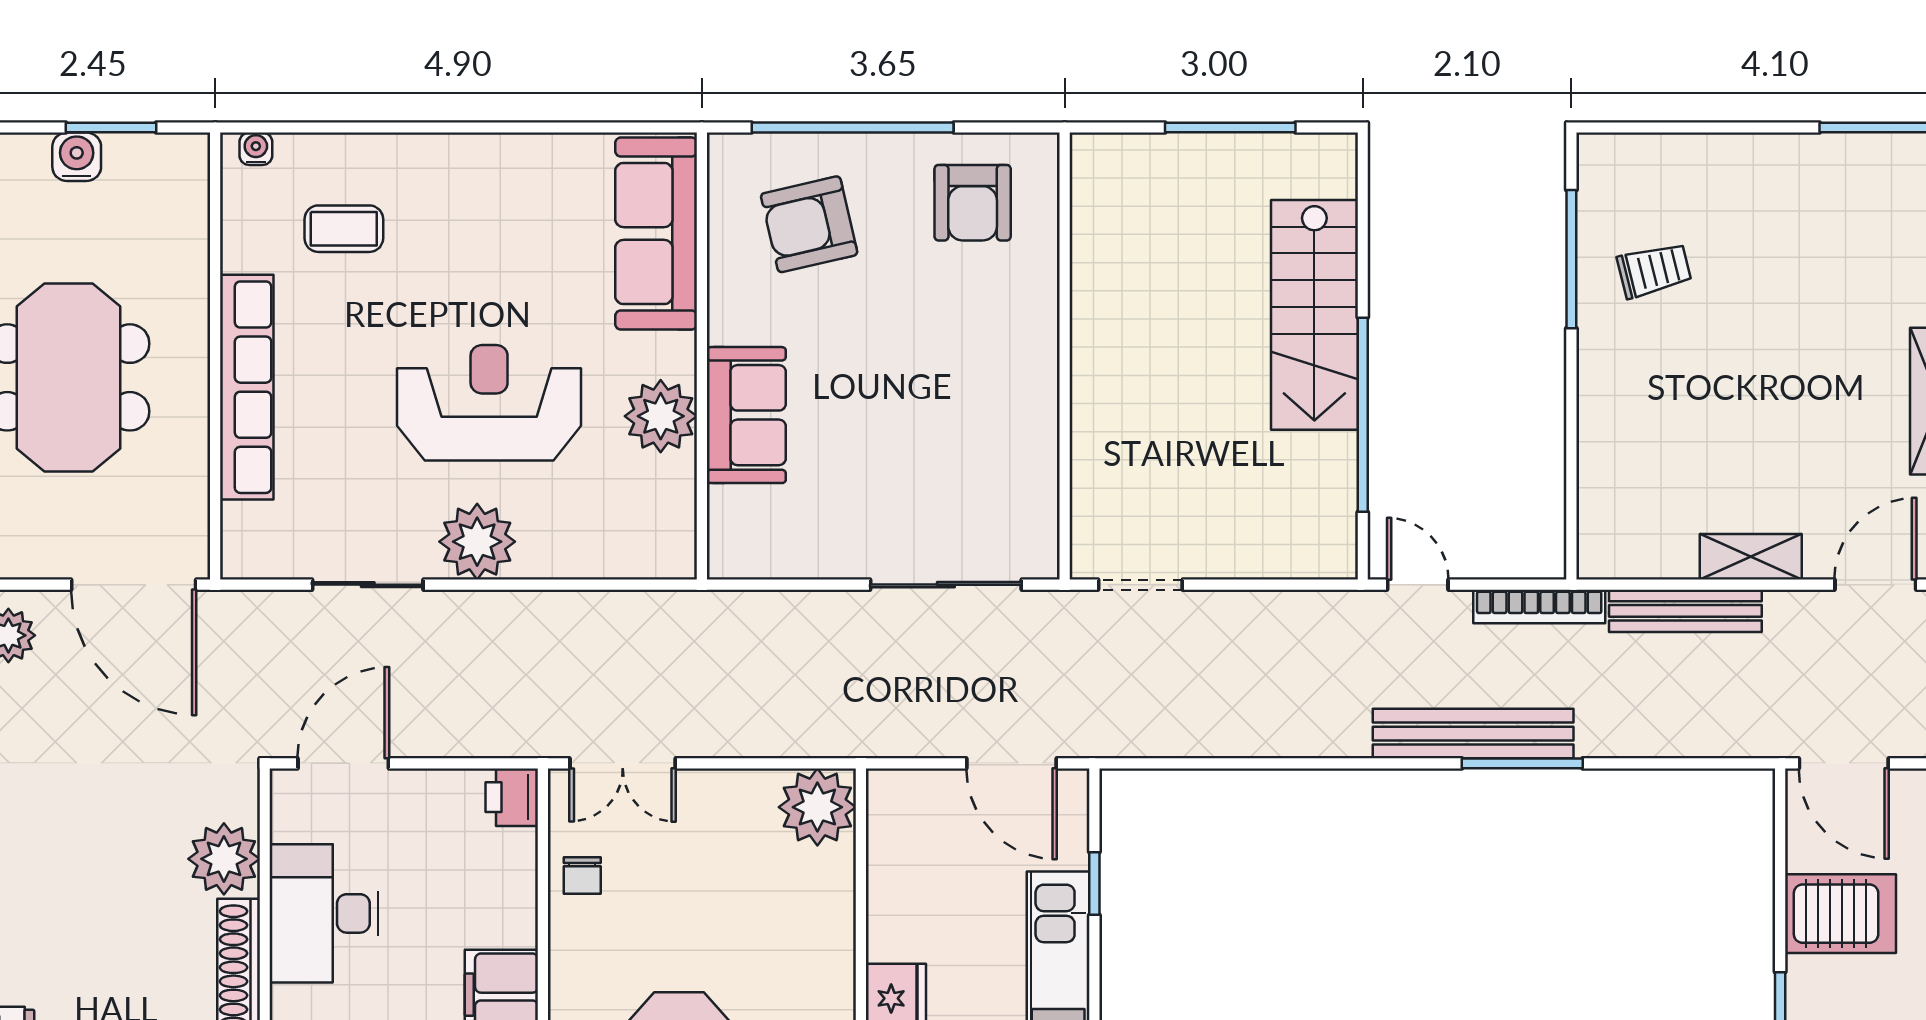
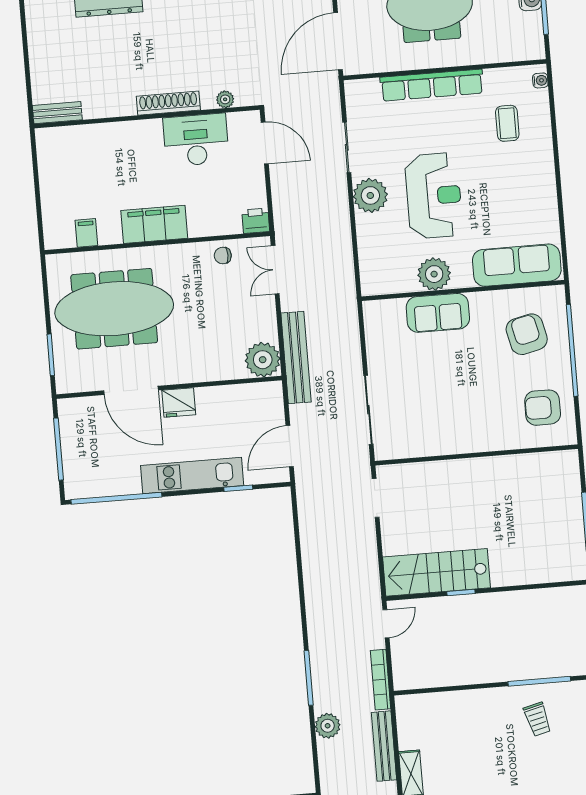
stairs: (1314, 315) -> (437, 572), moved
window: (1363, 415) -> (461, 592), width x0.32
plant: (1631, 731) -> (328, 726), added
bench: (1473, 734) -> (296, 357), moved
plant: (224, 859) -> (225, 99), width x0.53, depth x0.53

